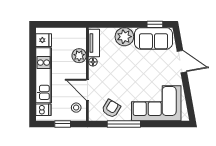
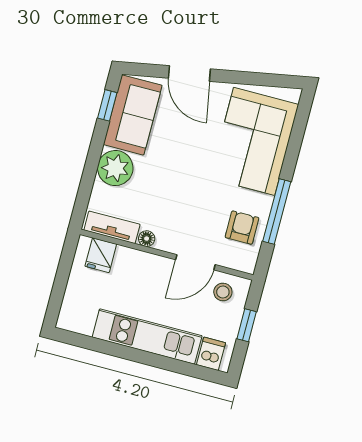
fridge: (44, 40) -> (101, 255), moved, turned 180
plant: (79, 56) -> (128, 261), removed
door: (182, 62) -> (189, 74), swing flipped
armchair: (111, 109) -> (242, 228), turned 59

